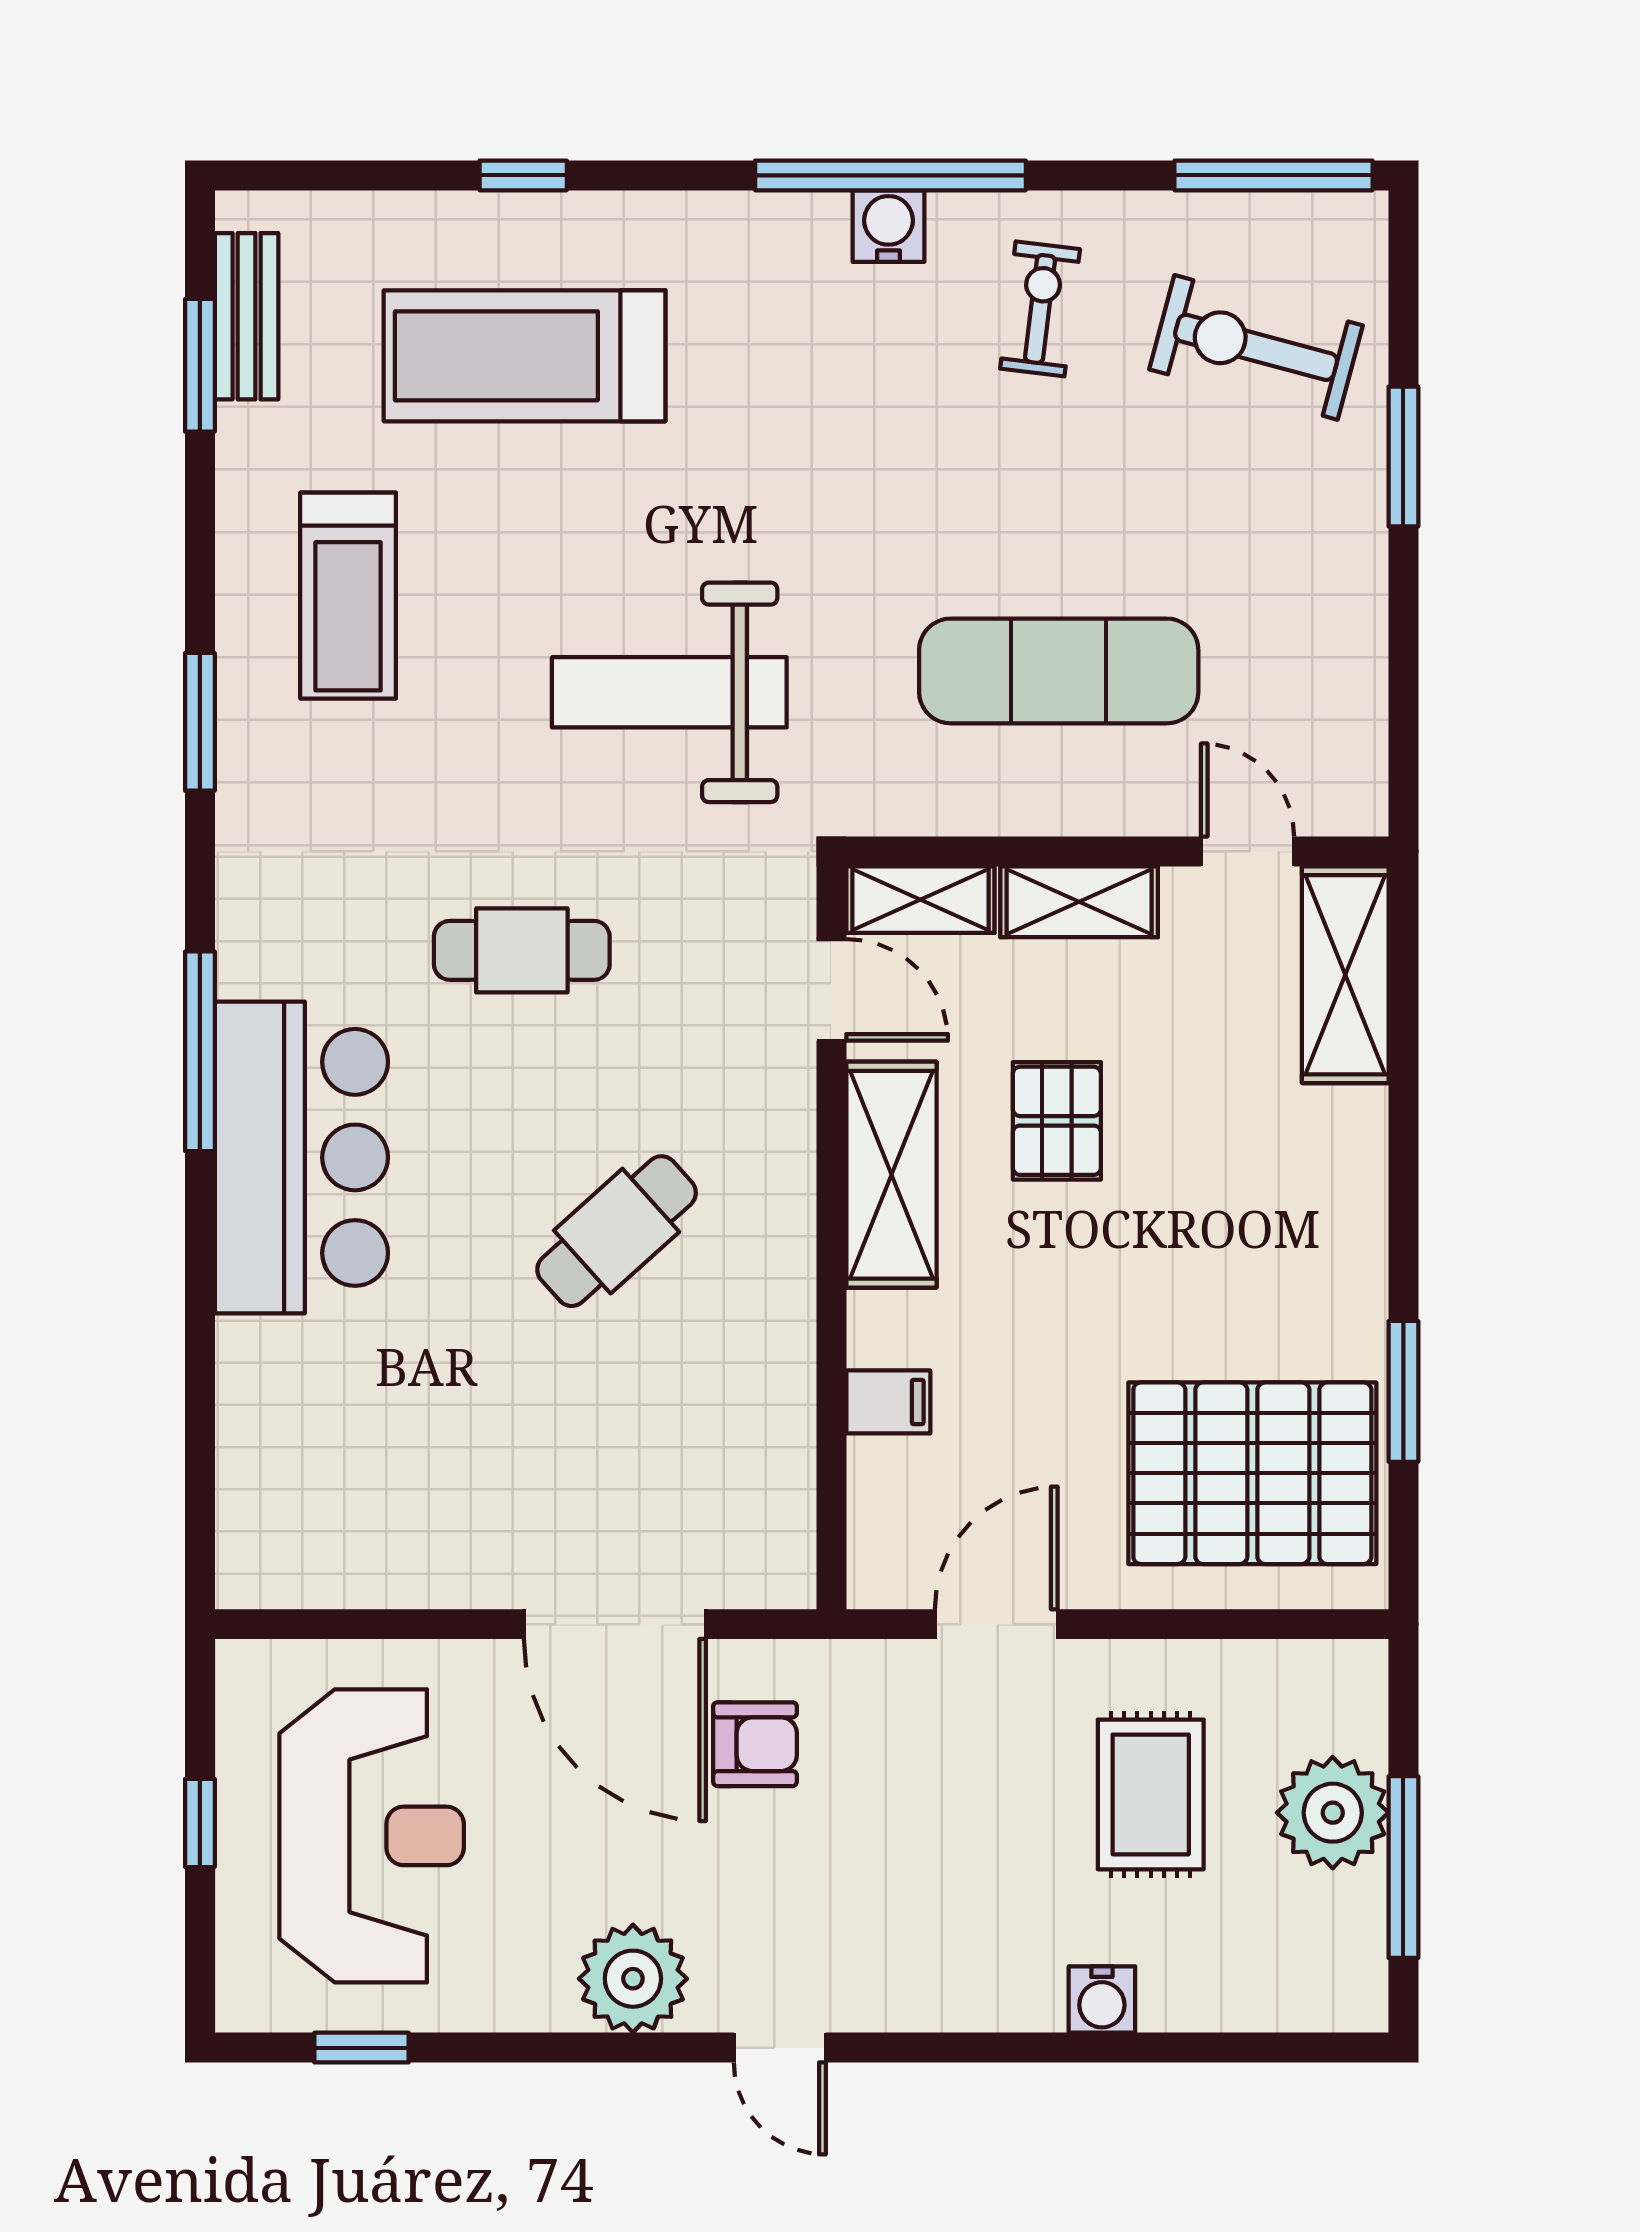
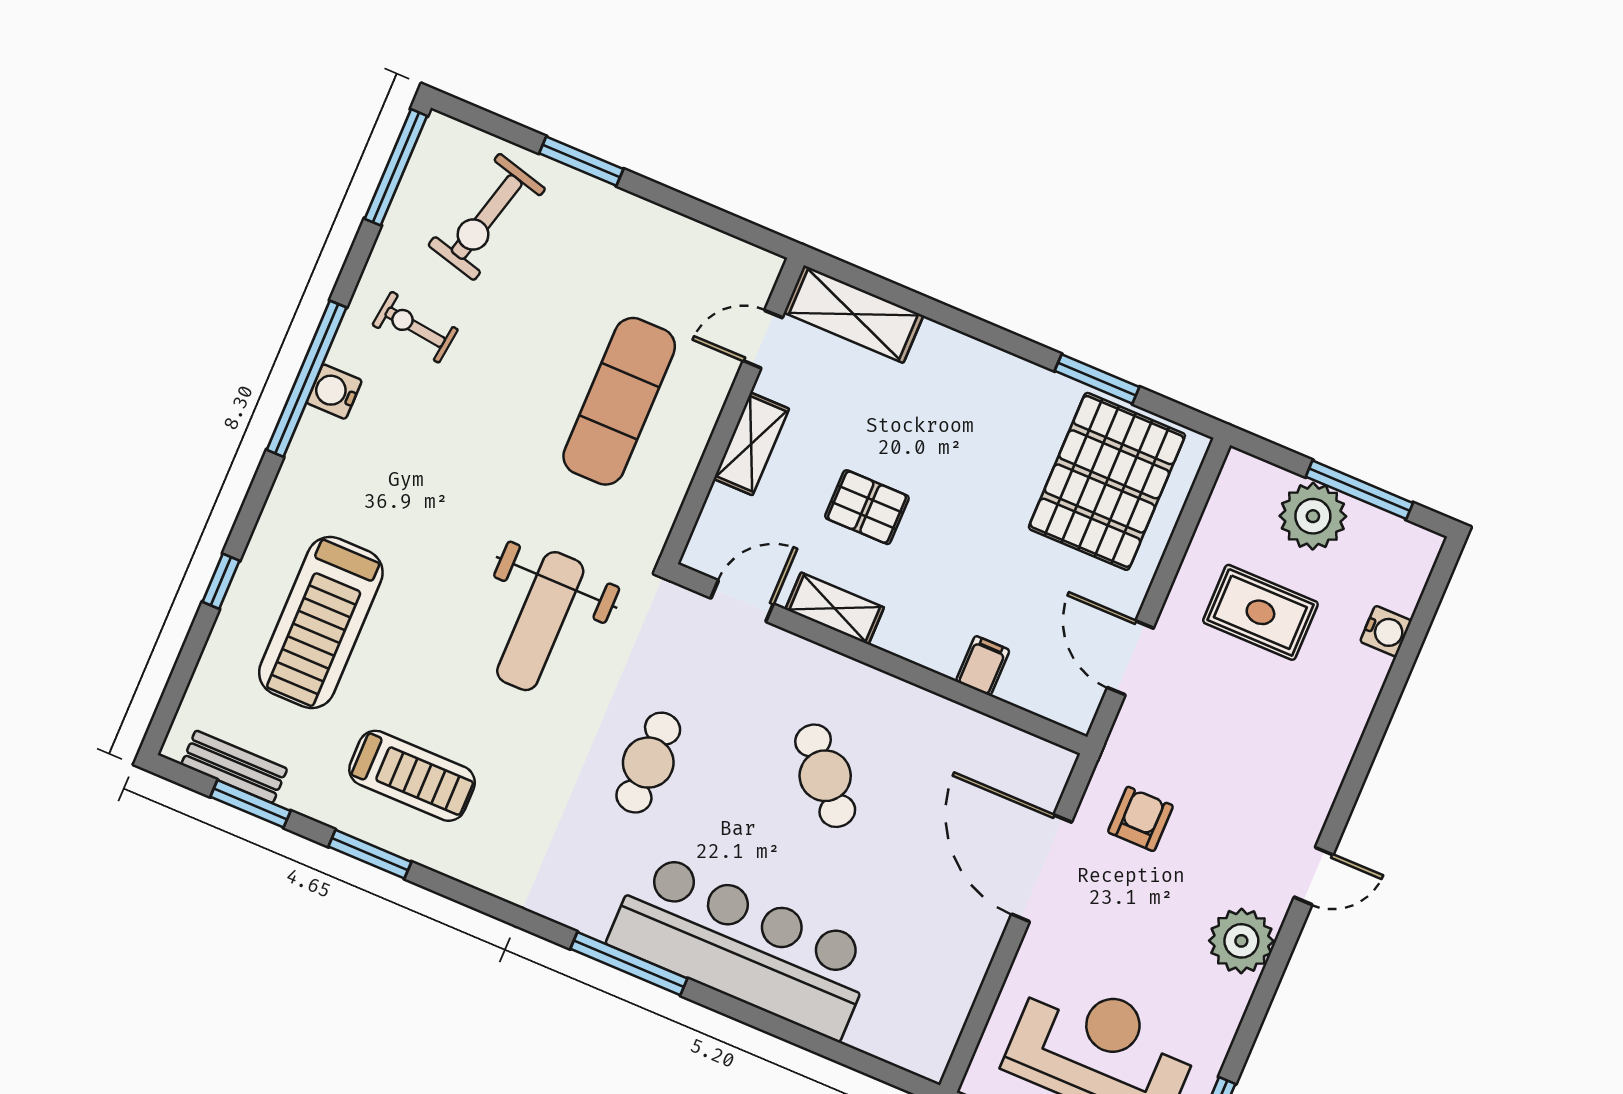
window: (200, 722) -> (370, 854), moved
shelving: (920, 900) -> (713, 531), removed
bar counter: (301, 1157) -> (742, 946), width x1.36
shelving: (891, 1175) -> (835, 608), width x0.67, depth x0.75
door: (615, 1624) -> (1042, 868), swing flipped
water cooler: (1102, 1999) -> (1386, 631), moved

